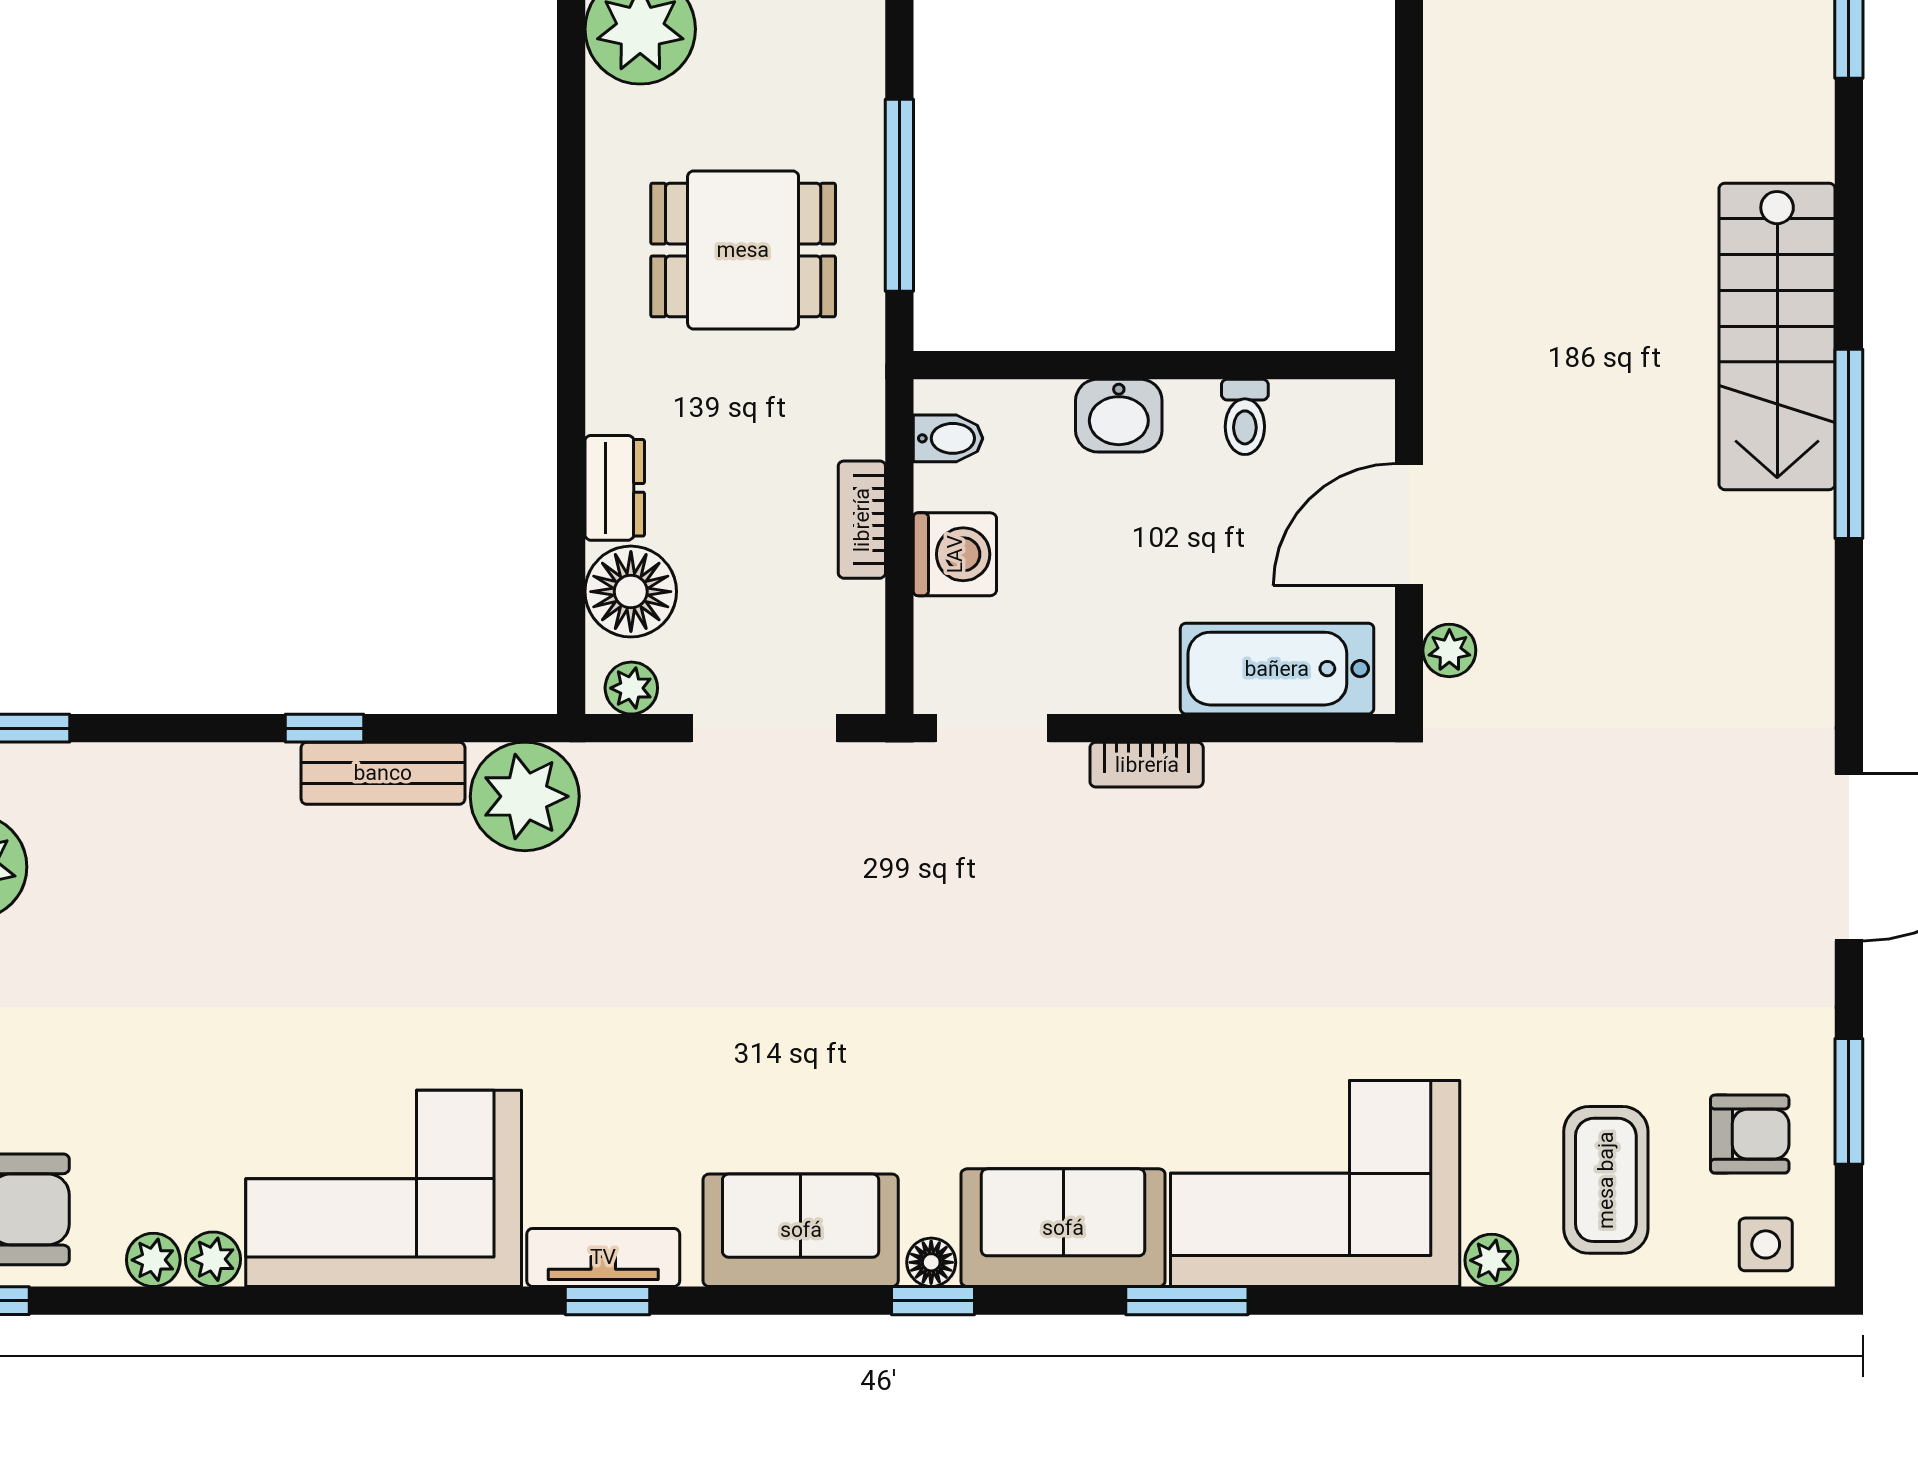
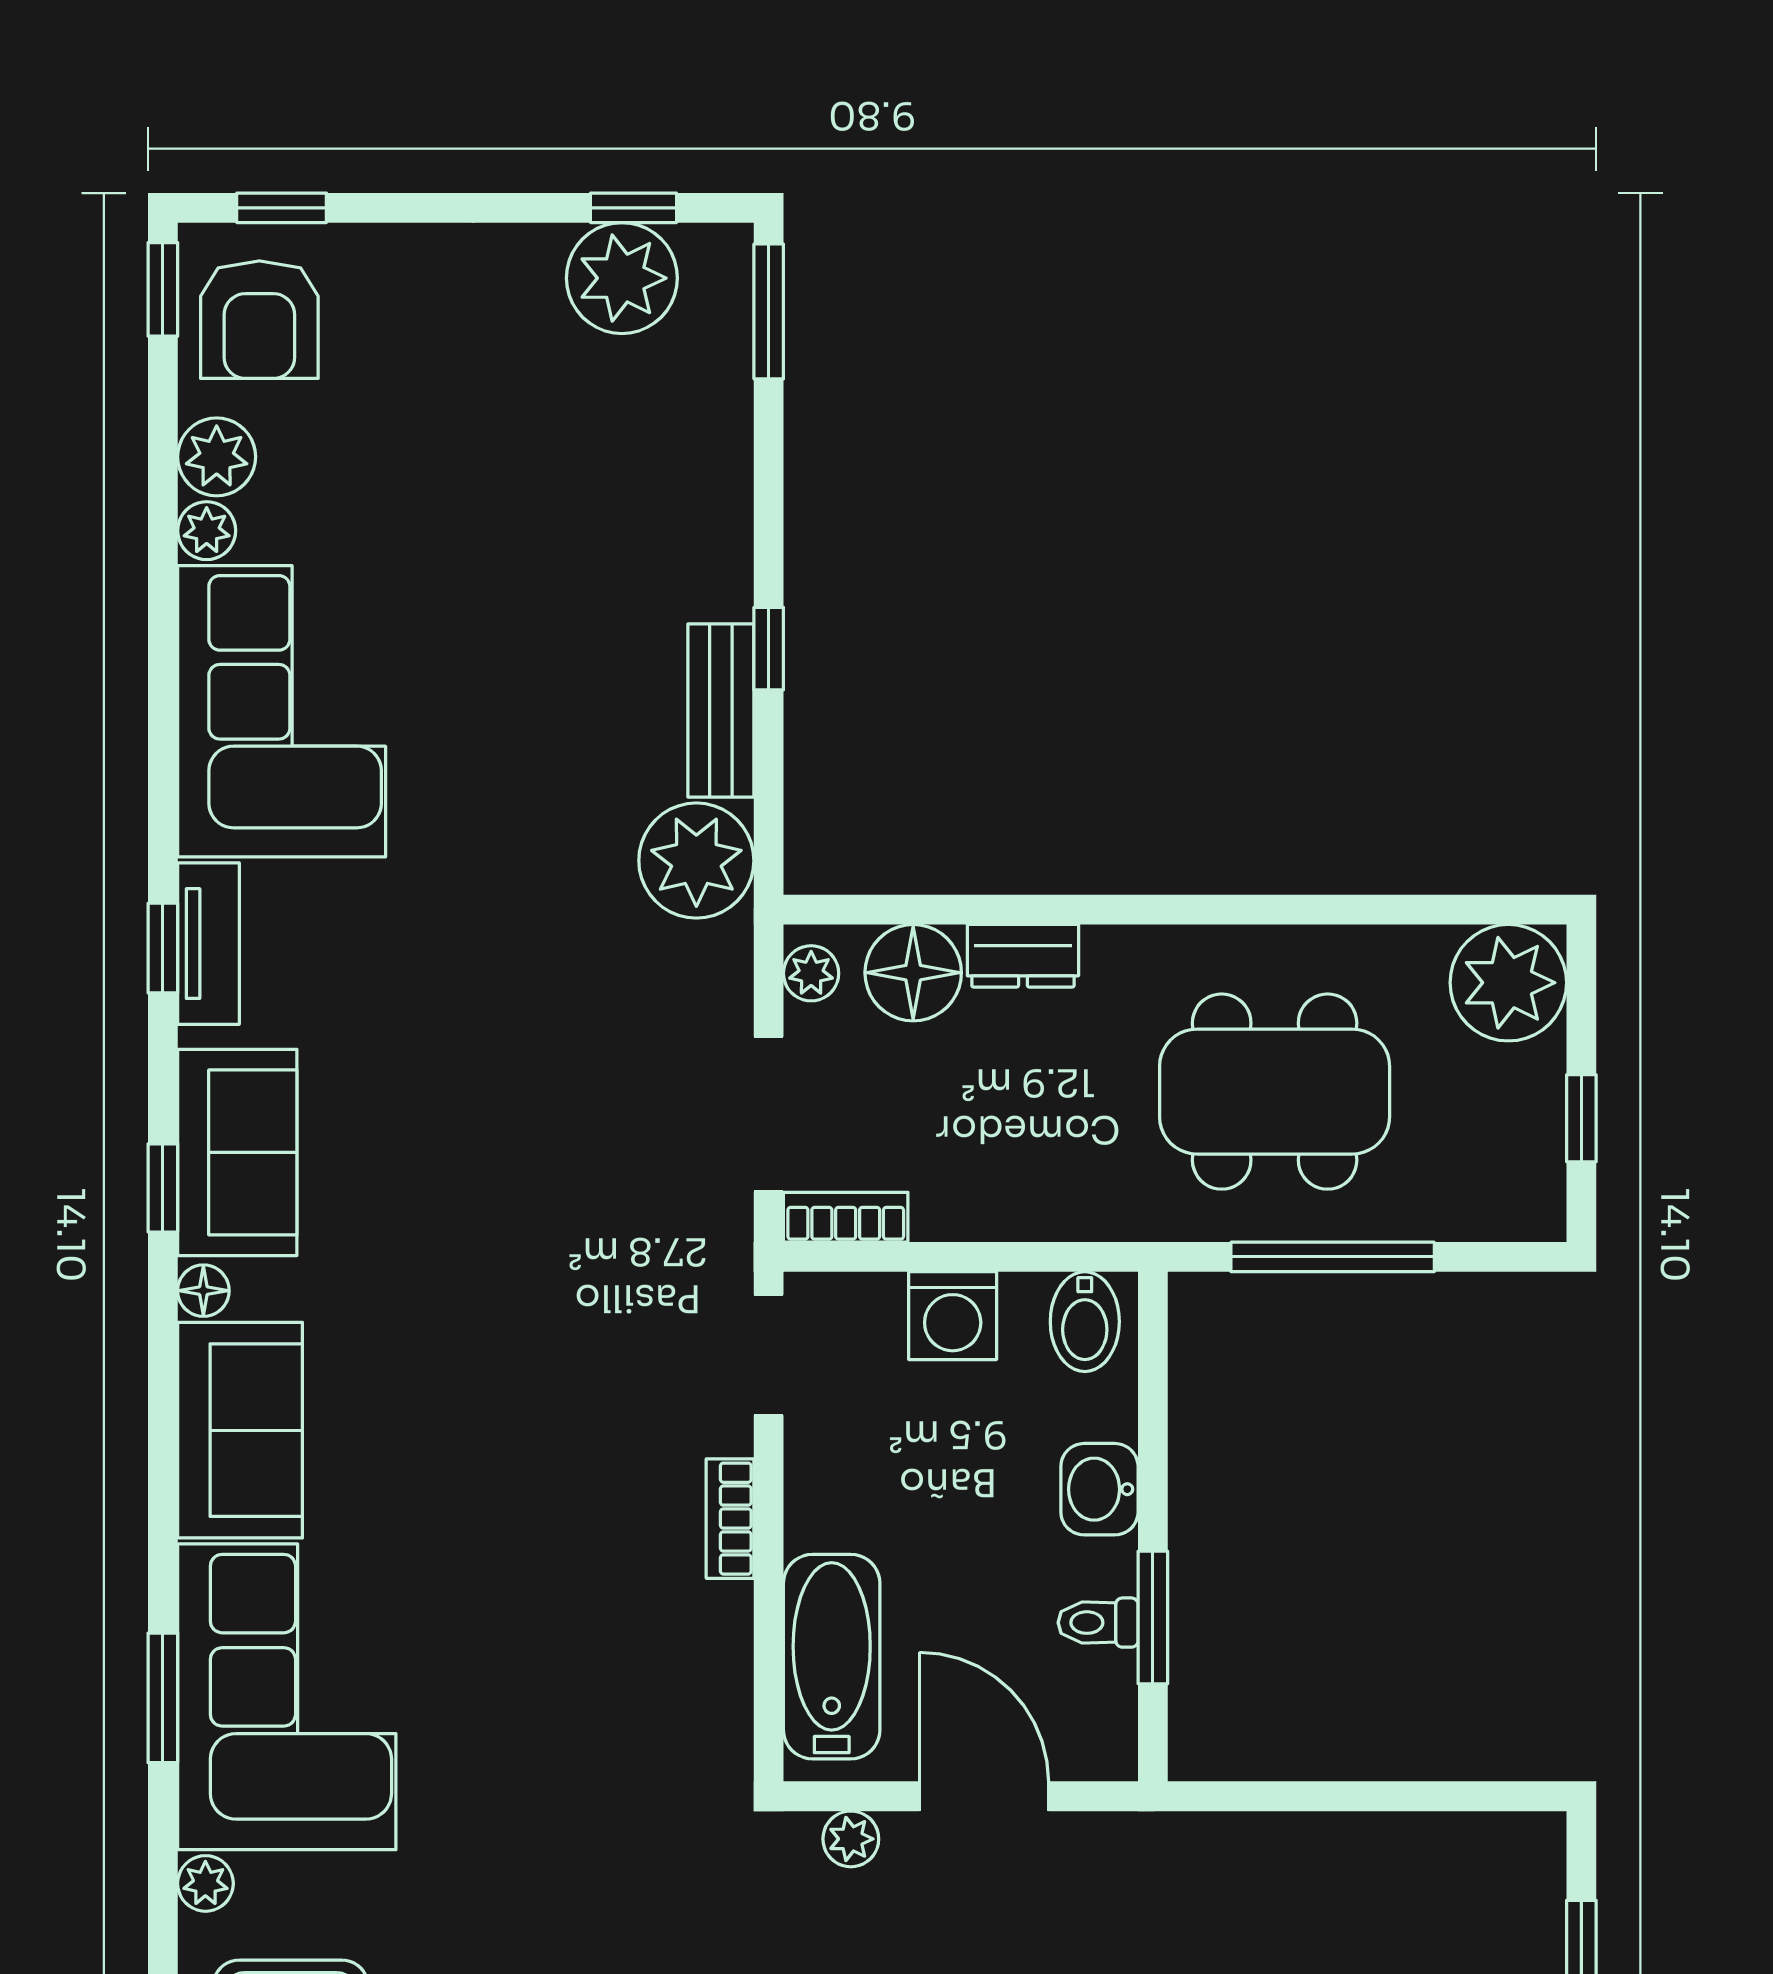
dining table: (743, 250) -> (1275, 1092), width x1.38
window: (1240, 365) -> (1153, 1617), added
bidet: (948, 438) -> (1085, 1322), width x1.38, depth x1.36
bookcase: (862, 520) -> (846, 1217), moved
plant: (153, 1260) -> (217, 457), width x1.38, depth x1.38
window: (933, 1301) -> (163, 1188), moved
window: (1187, 1301) -> (163, 1698), moved

